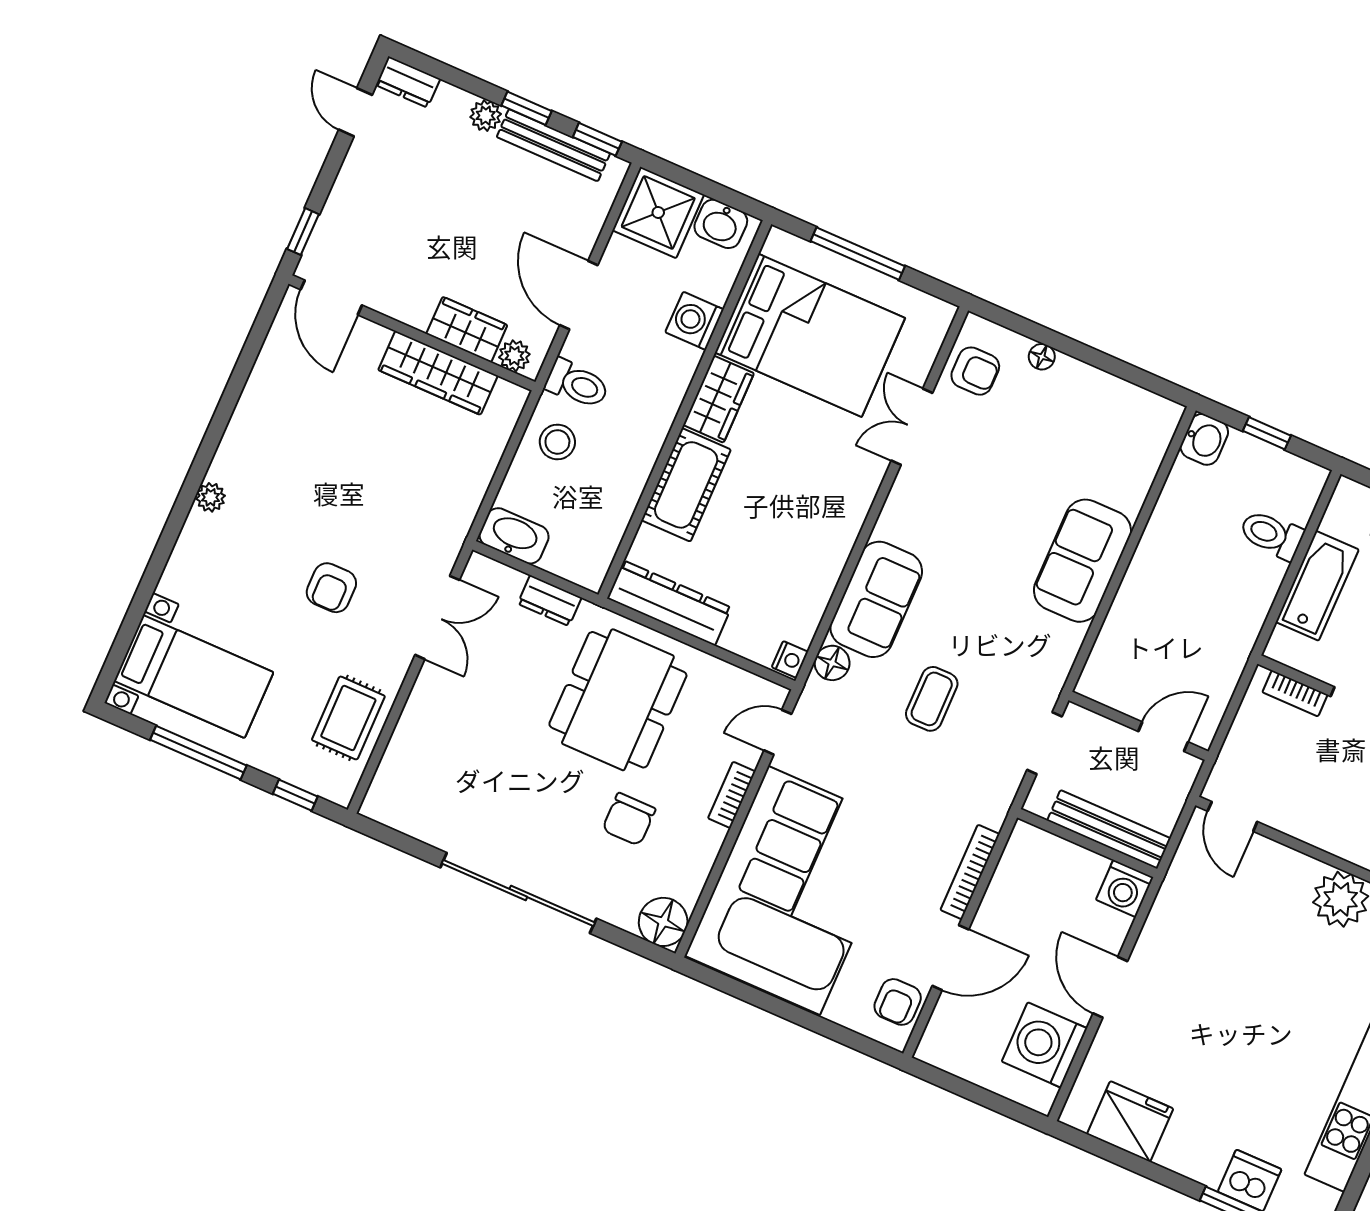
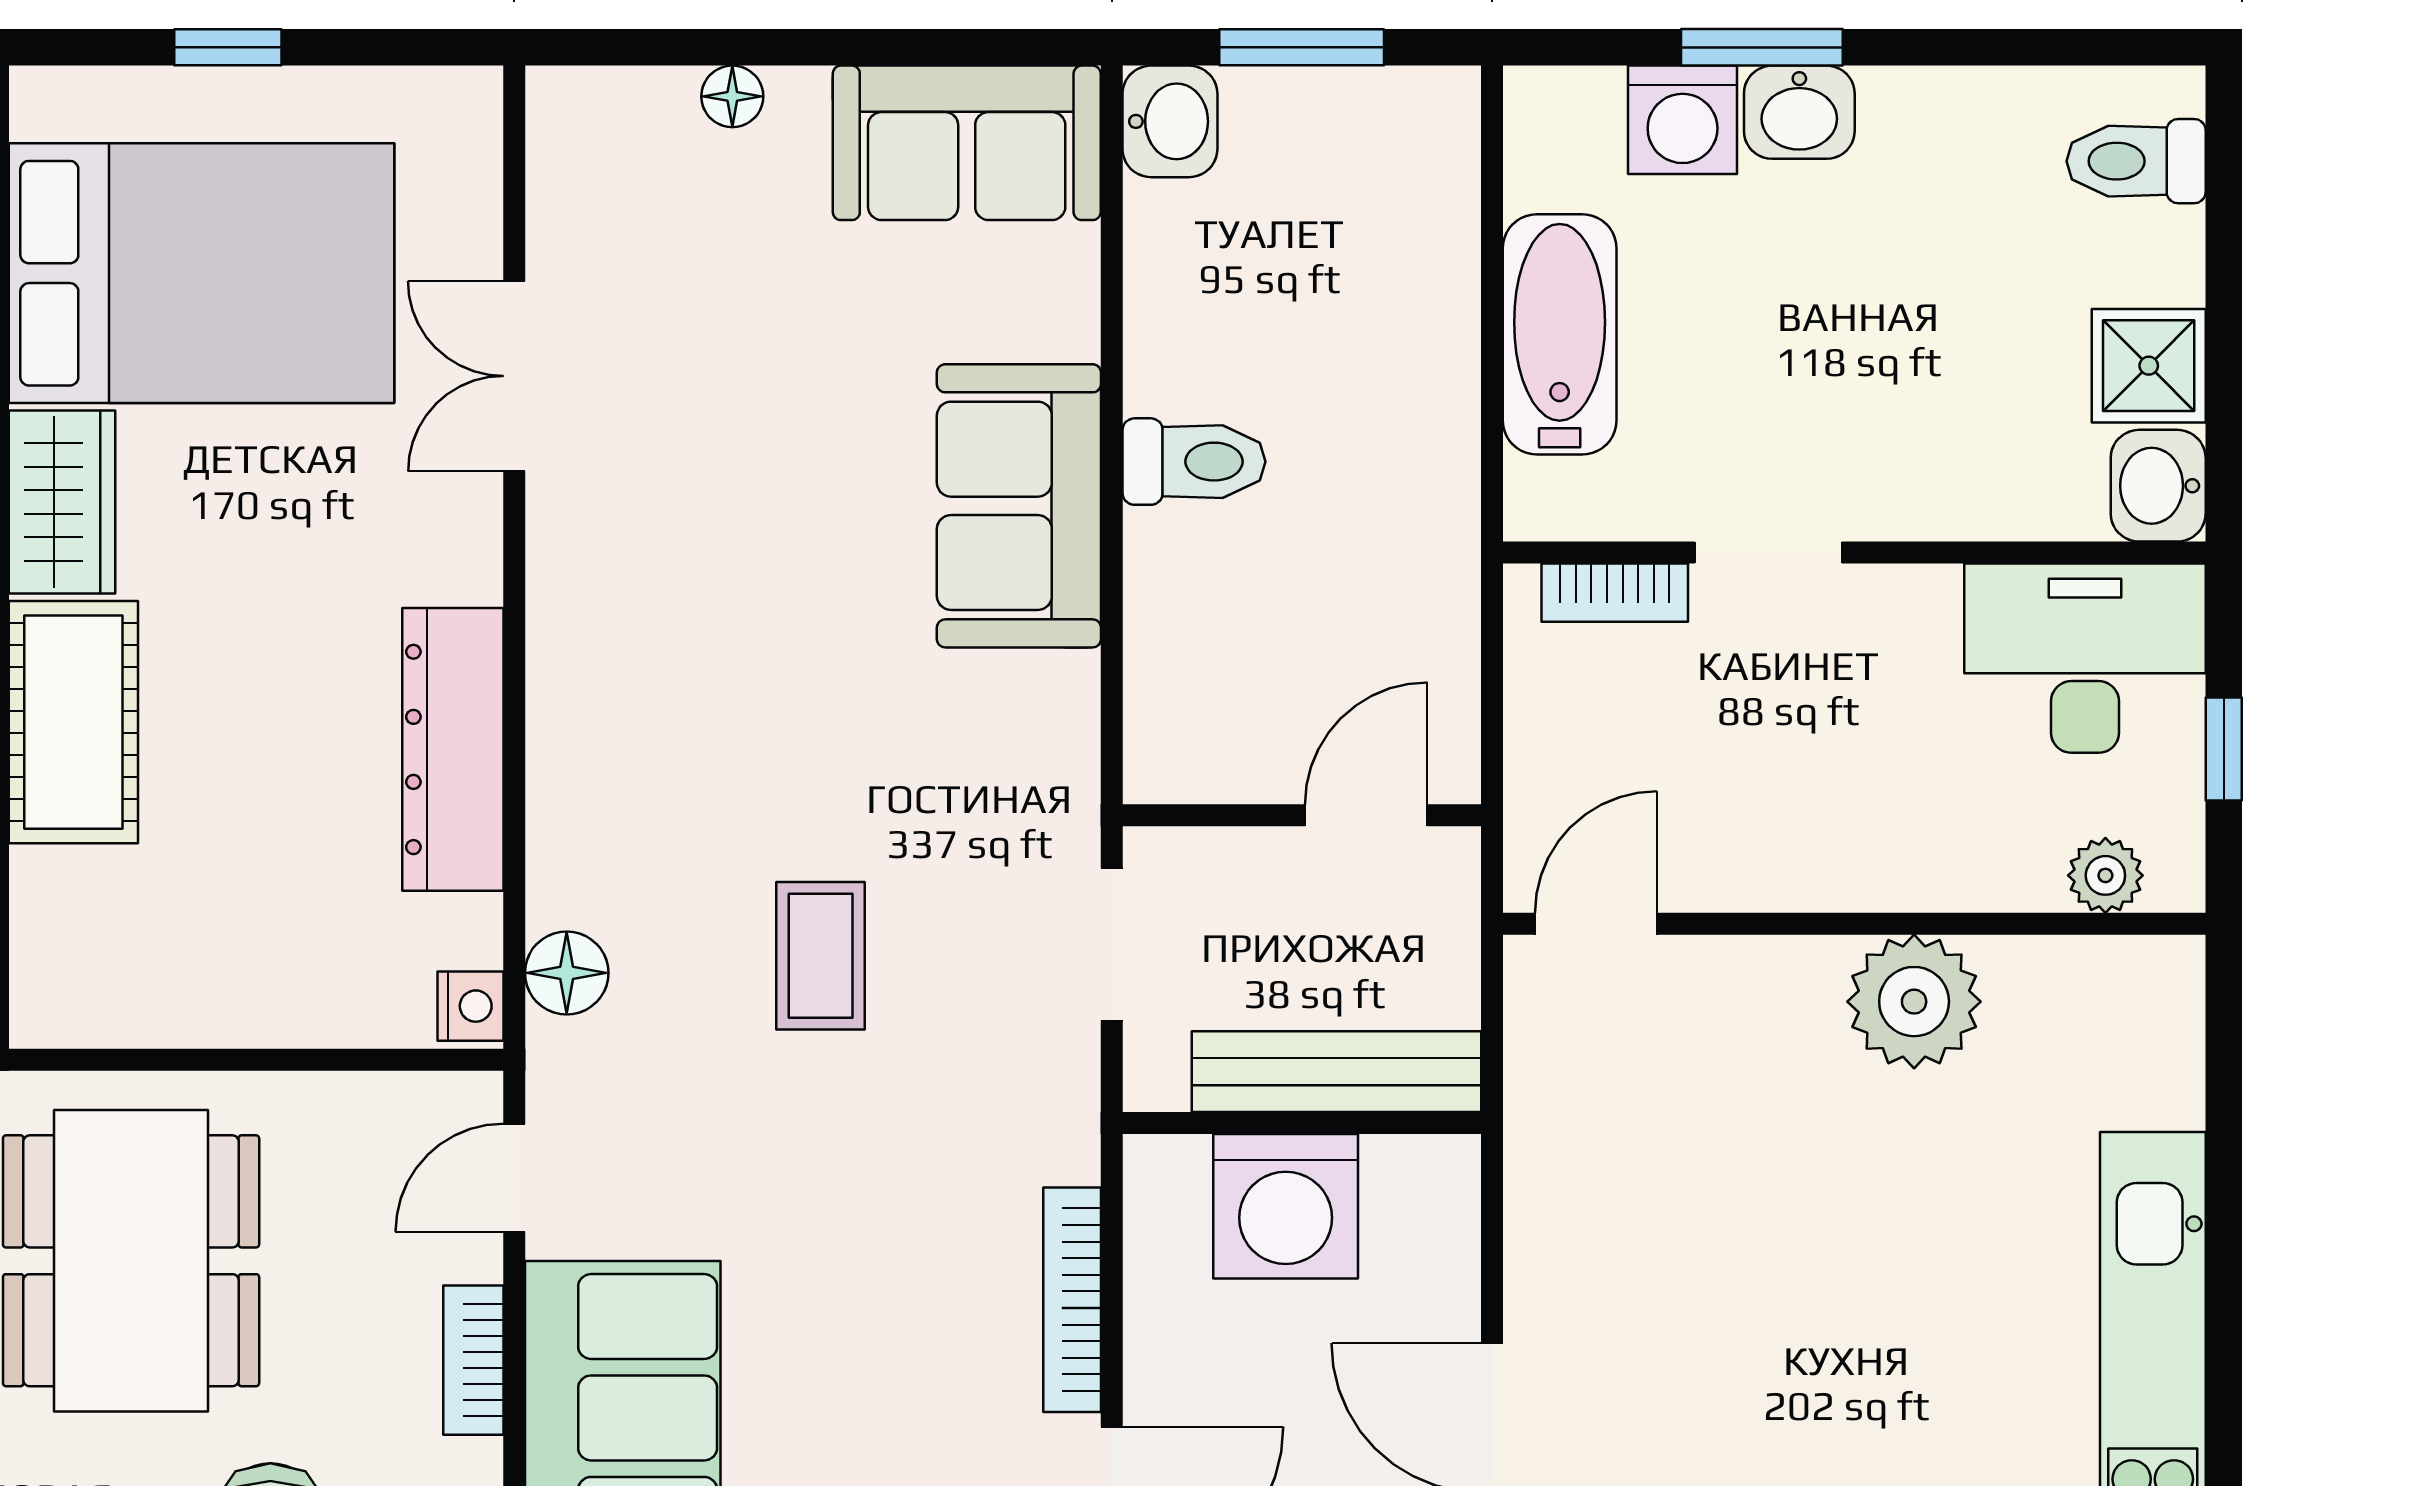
window: (858, 254) -> (228, 47), width x0.46
armchair: (975, 371) -> (600, 192), removed
window: (1267, 433) -> (1302, 47), width x1.50
toilet: (1272, 535) -> (1194, 462), moved, turned 180
sofa: (876, 599) -> (967, 143), moved, turned 90
dresser: (669, 603) -> (453, 749), moved, turned -90
door: (1232, 816) -> (1596, 924), swing flipped
washing machine: (1125, 889) -> (1286, 1206), moved, width x1.37, depth x1.37

